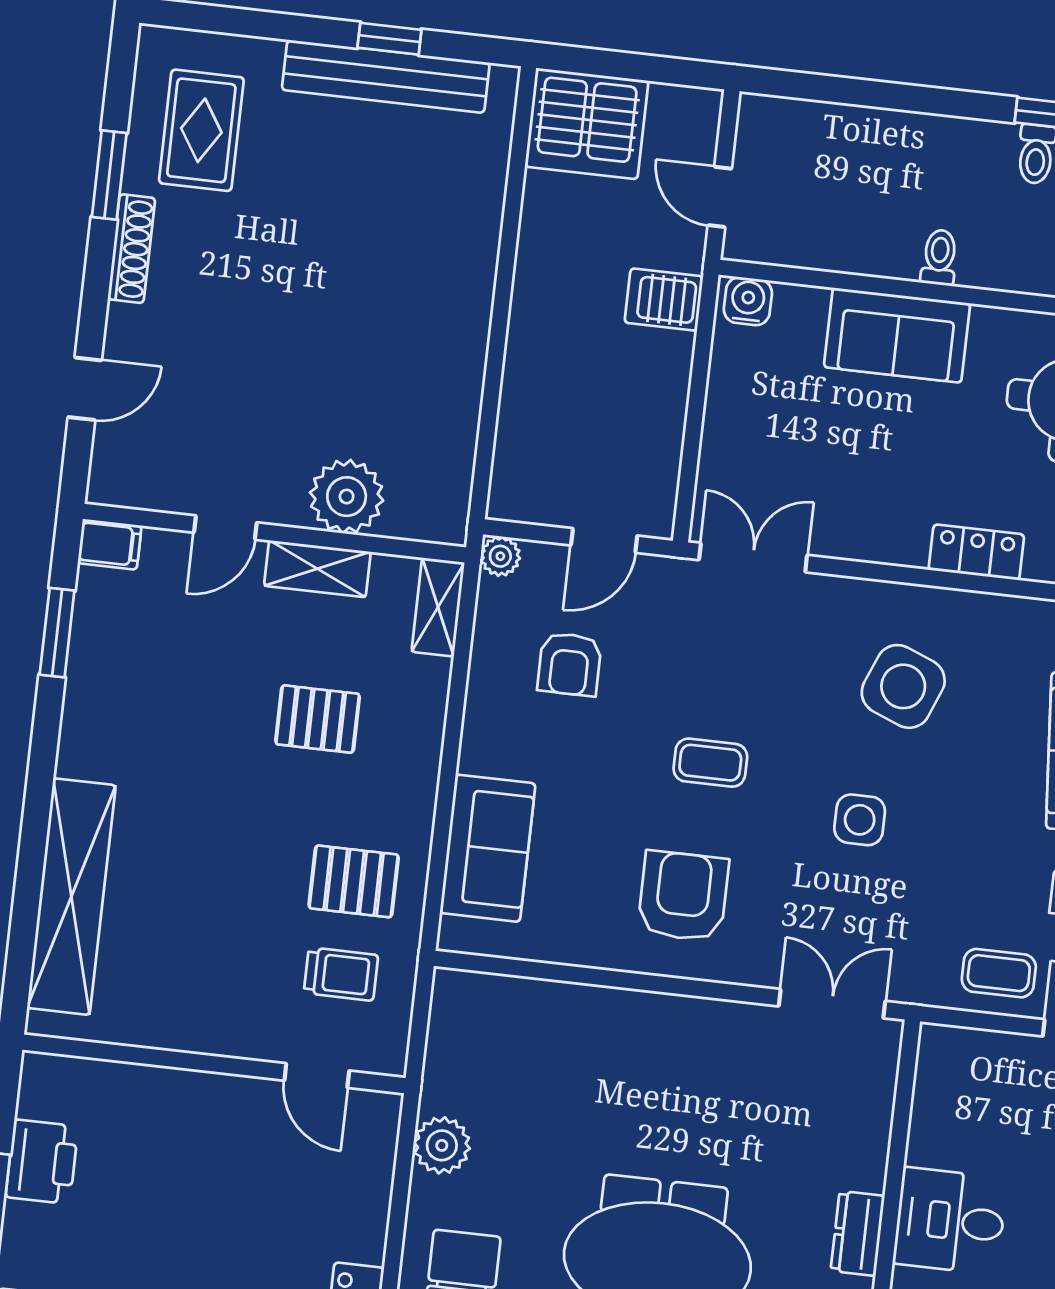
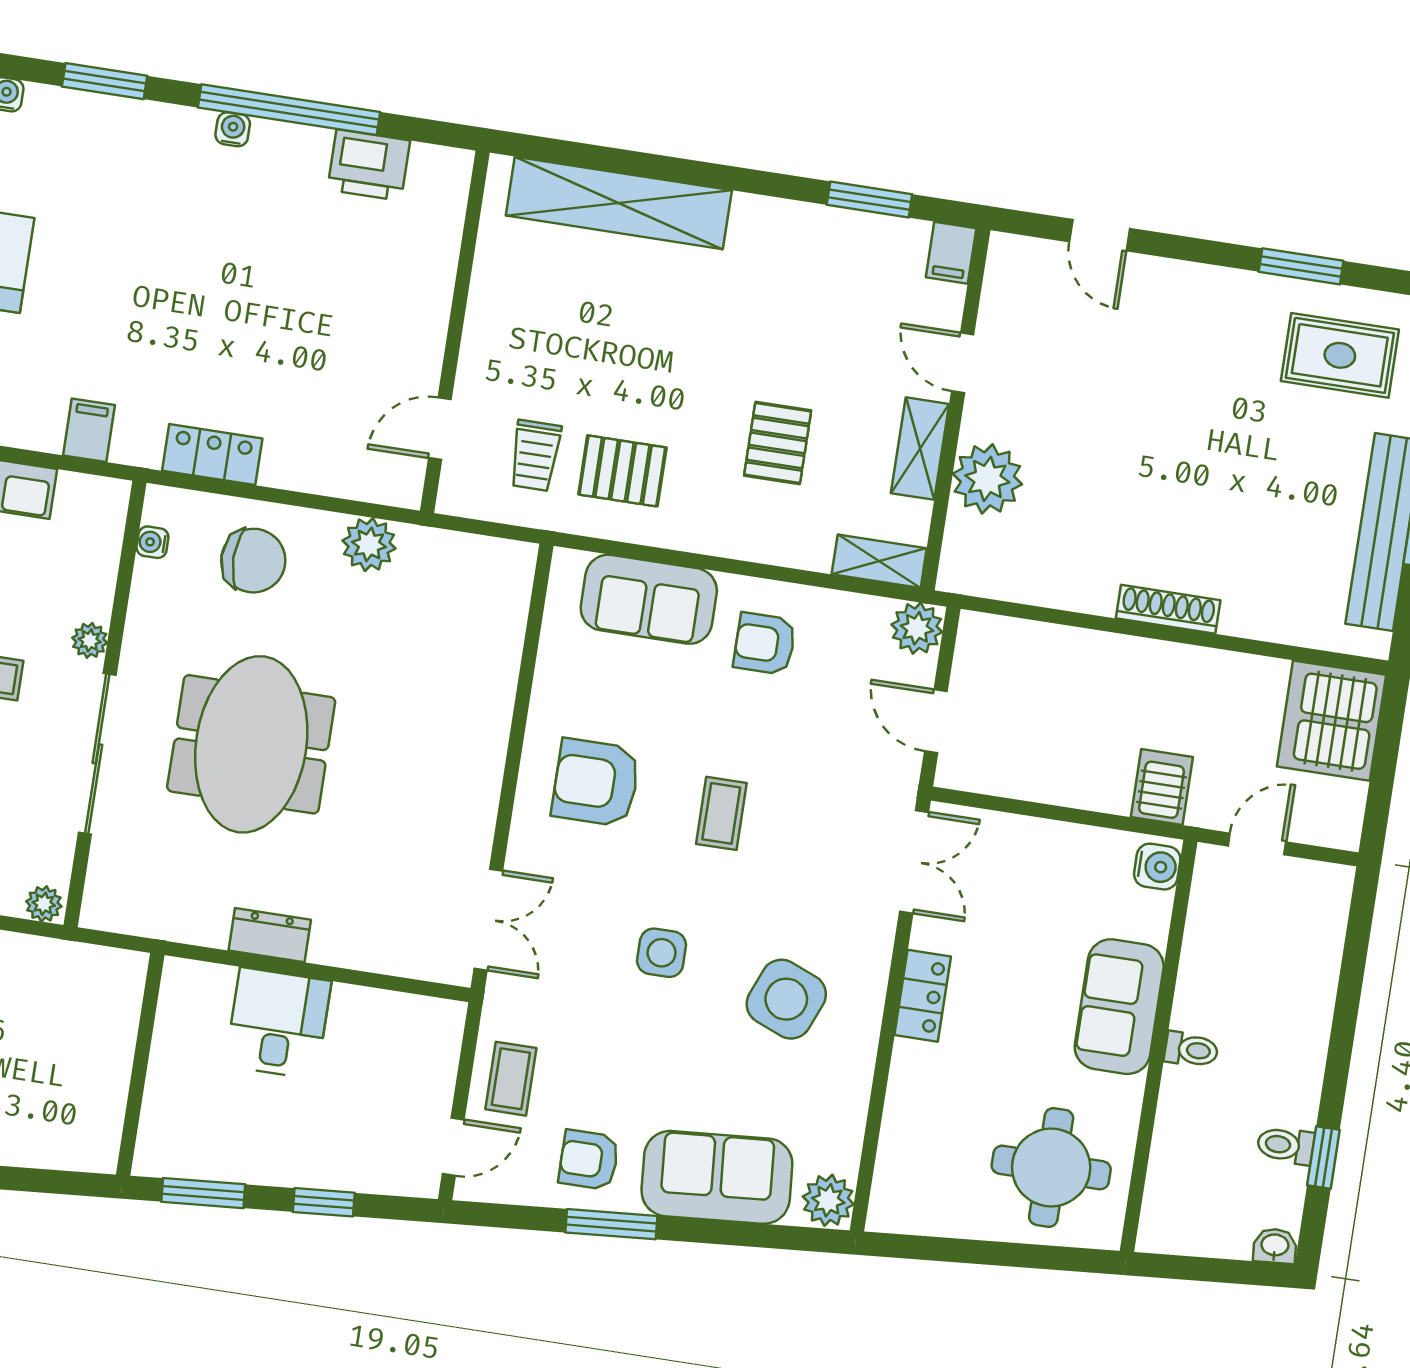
shoe rack: (132, 249) -> (1168, 609), moved, turned 180
locker: (976, 552) -> (923, 996), moved
plant: (500, 556) -> (917, 628), width x1.38, depth x1.38
armchair: (570, 664) -> (765, 644), moved
pallet: (354, 881) -> (622, 471), turned 90
armchair: (683, 896) -> (596, 783), turned 180

